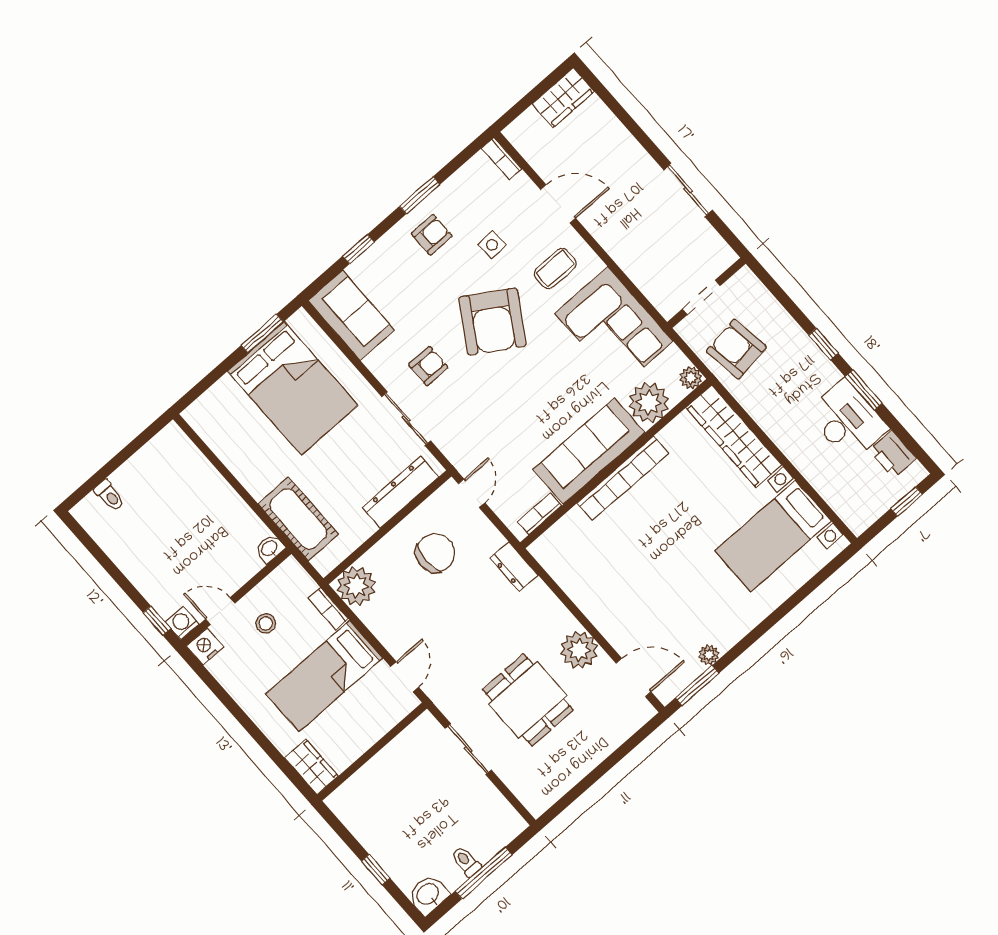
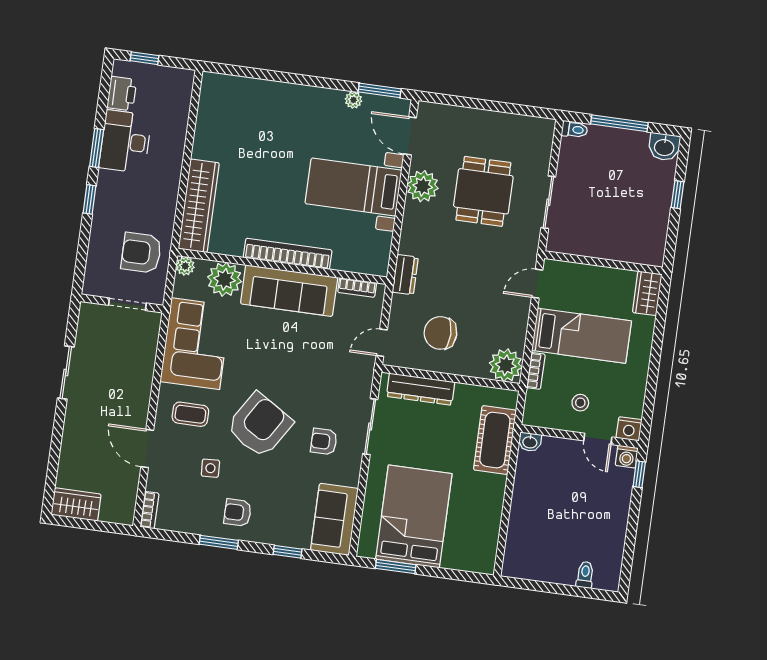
armchair: (736, 349) -> (141, 253), turned 98
bed with nightstands: (773, 536) -> (353, 187), moved, turned 180
toilet: (466, 862) -> (574, 129), moved, turned -90

